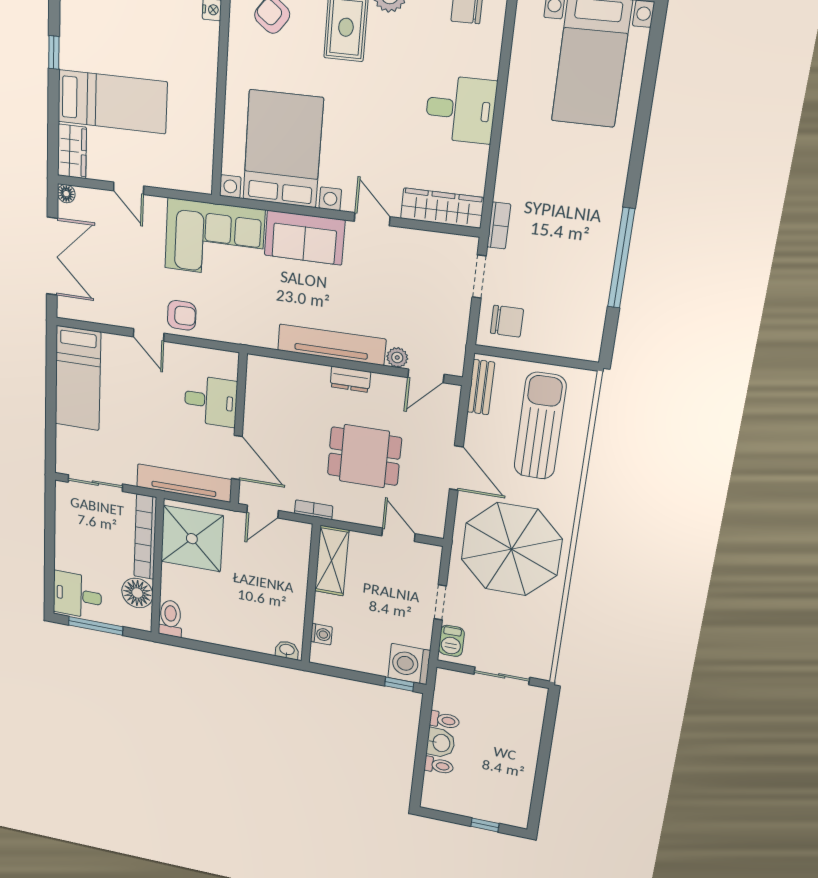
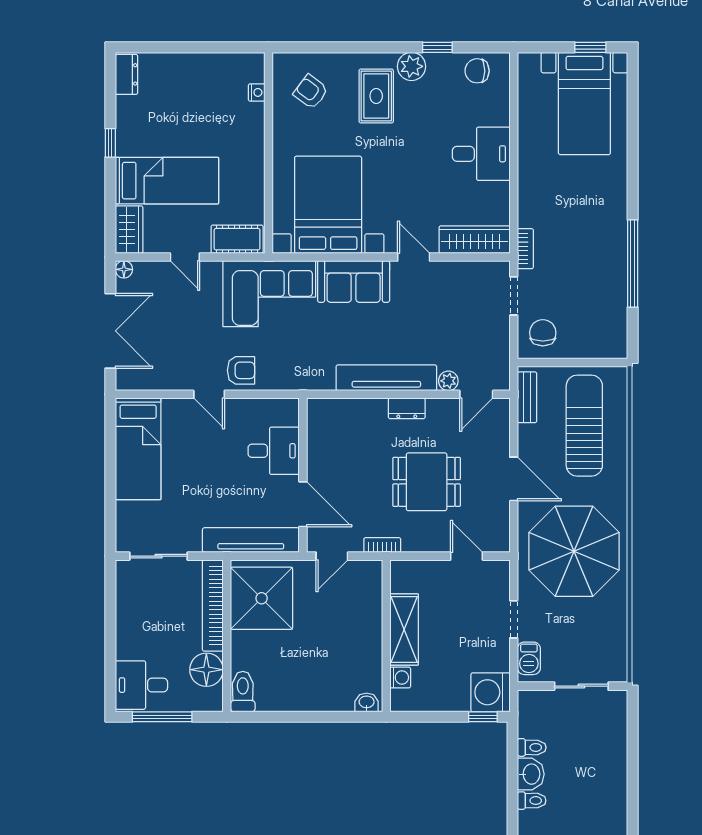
cot: (183, 176) -> (237, 239), added
chair: (507, 321) -> (543, 333), turned -90
shelving: (332, 561) -> (404, 629), moved

